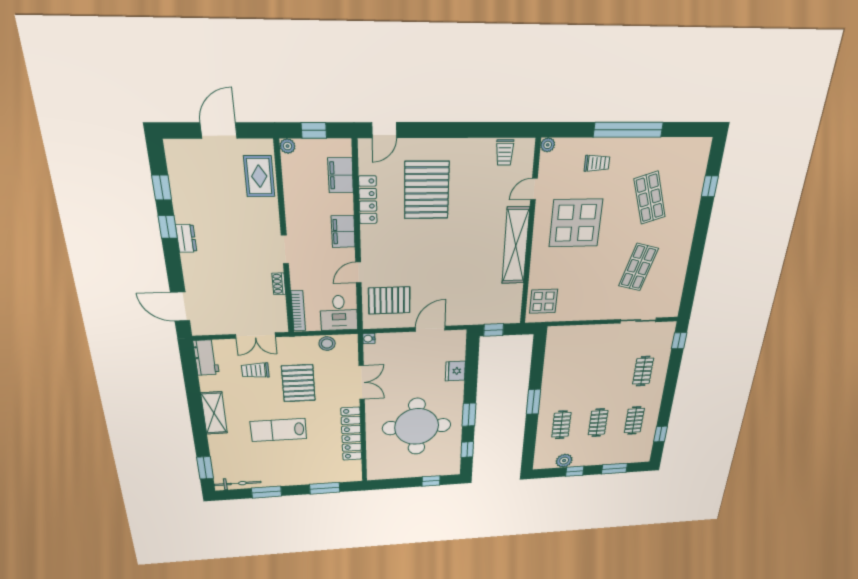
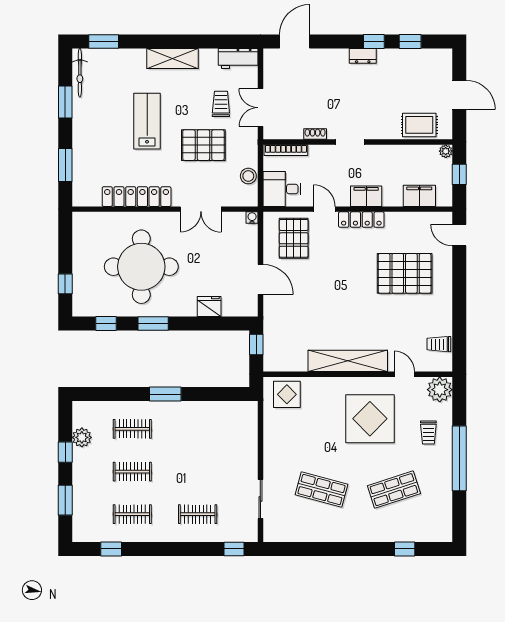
plant: (548, 145) -> (440, 390), width x1.87, depth x1.87
locker: (368, 200) -> (361, 220), moved

